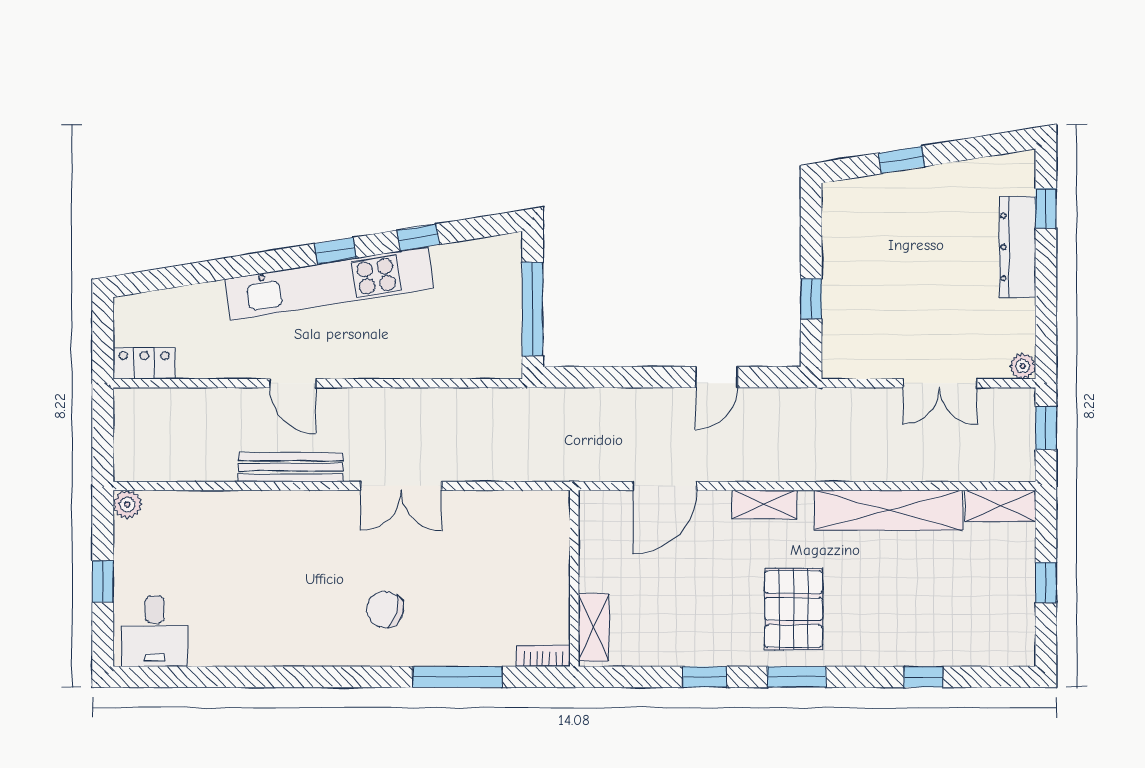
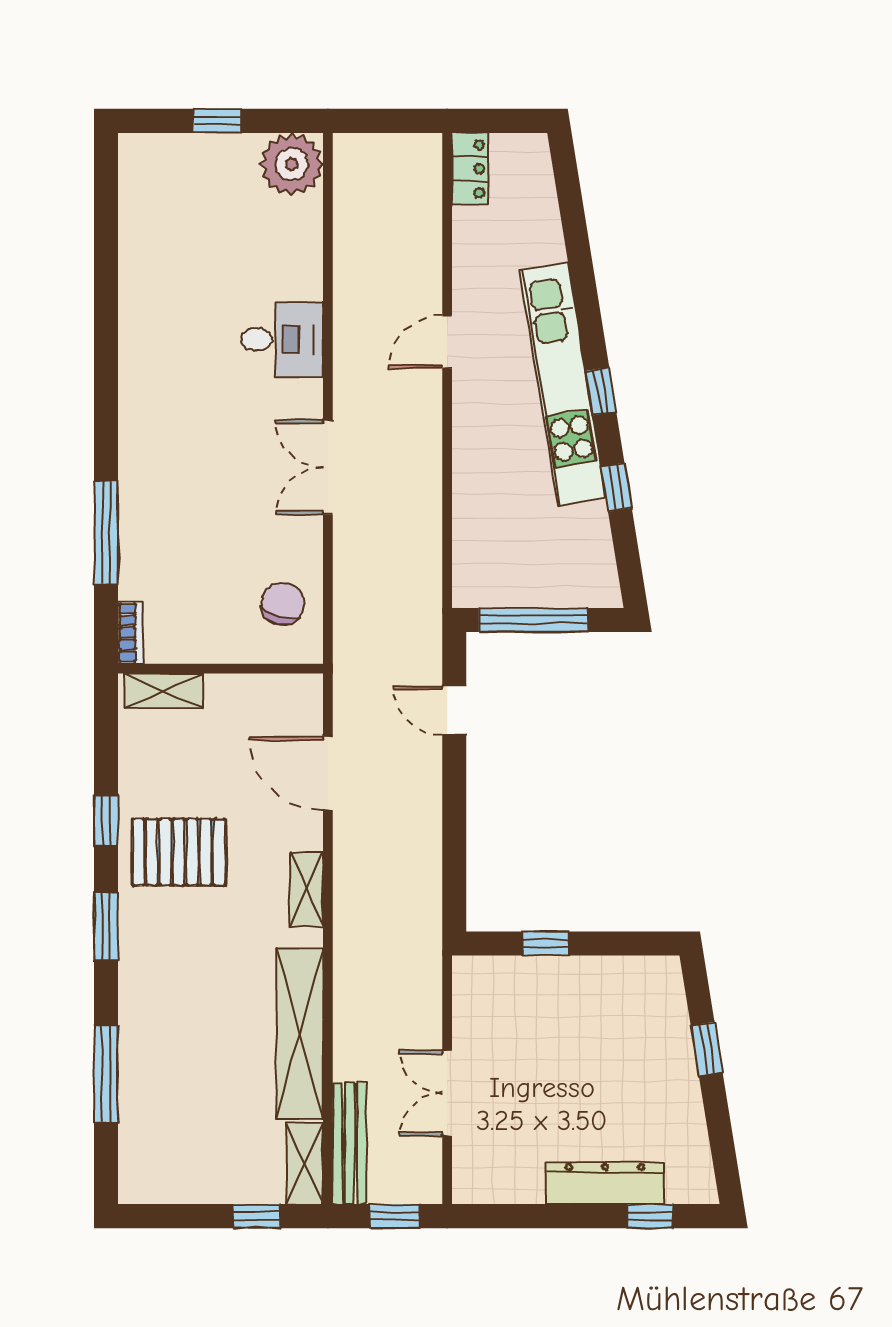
plant: (1023, 366) -> (467, 1189), removed
door: (717, 377) -> (454, 710), moved
bench: (291, 467) -> (350, 1143), moved
plant: (127, 504) -> (292, 164), width x1.87, depth x1.87
window: (1046, 583) -> (256, 1216), moved
pallet: (794, 609) -> (179, 852), moved
chair: (385, 610) -> (282, 604), moved
desk: (155, 631) -> (282, 339), moved, turned 180
window: (923, 677) -> (106, 1074), width x2.17

